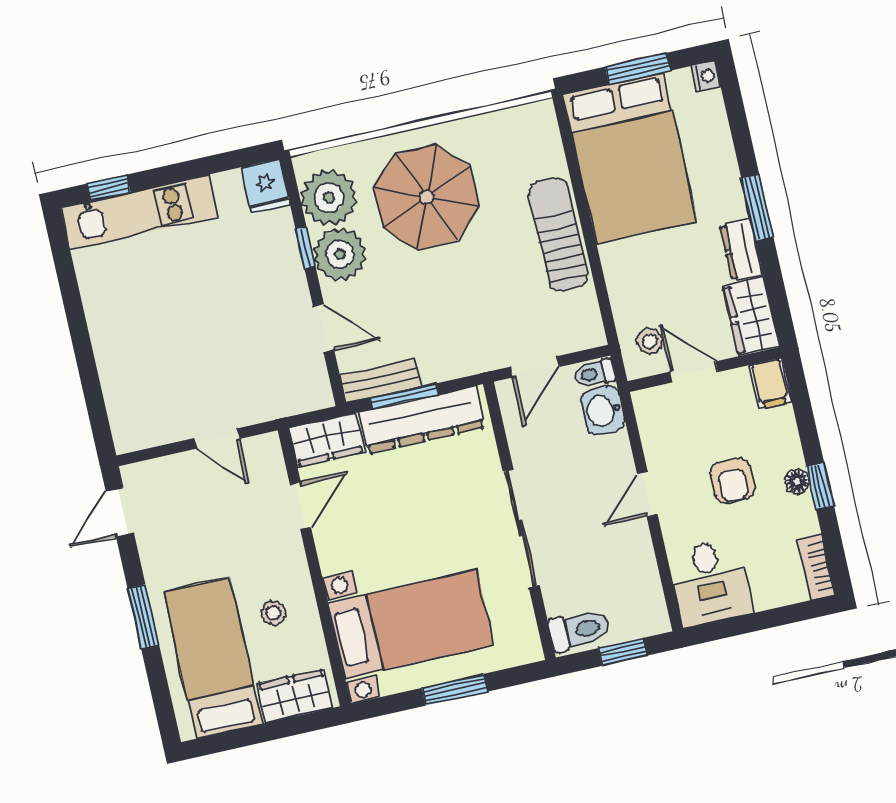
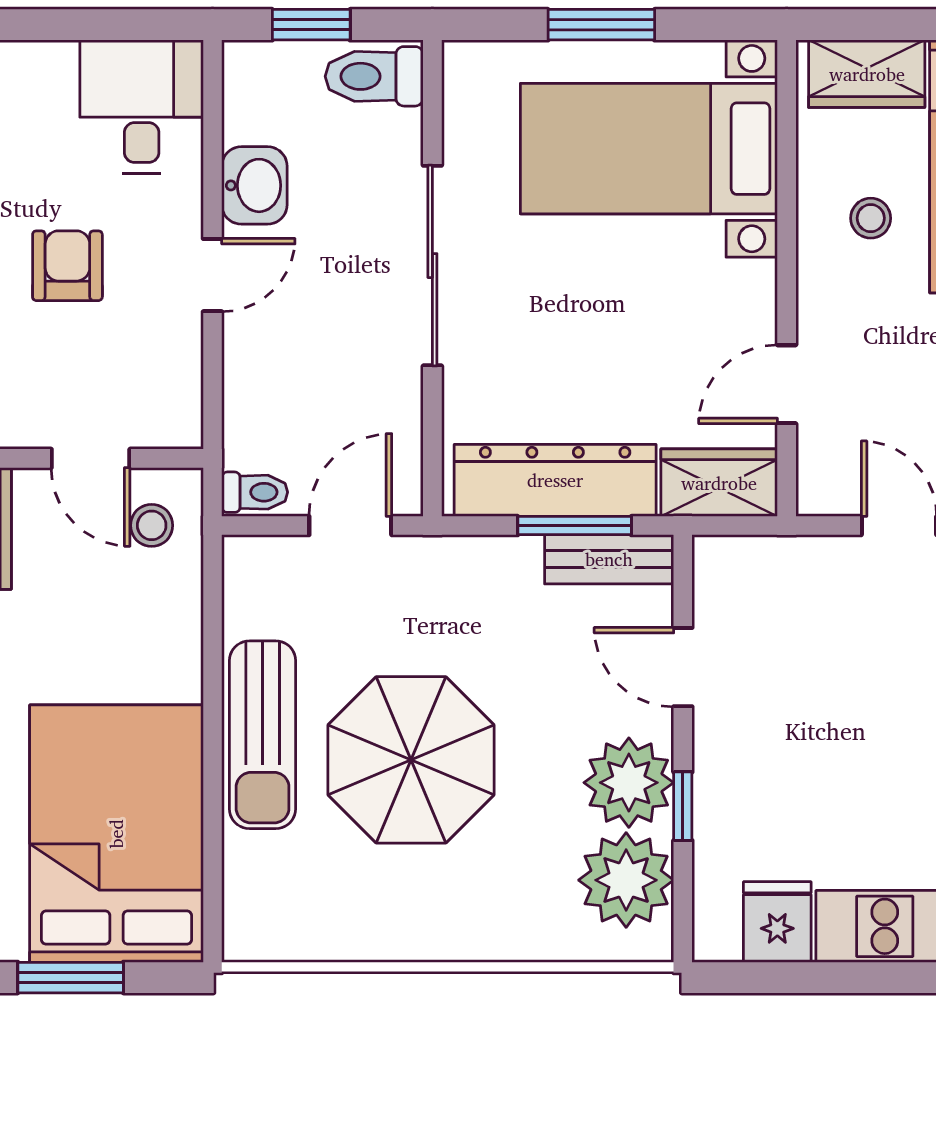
fridge: (266, 186) -> (777, 922), moved
parasol: (427, 197) -> (411, 760), moved
washbasin: (603, 411) -> (254, 185), moved

